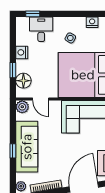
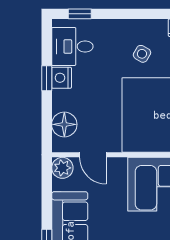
desk: (41, 29) -> (72, 46), moved, turned -90
window: (13, 70) -> (47, 78), moved

